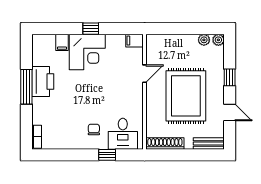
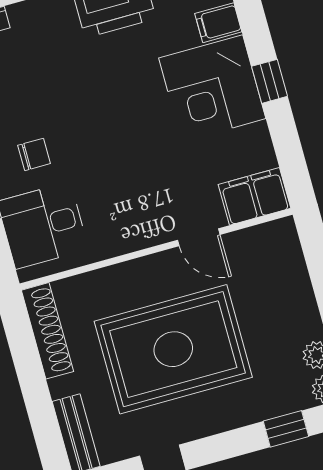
filing cabinet: (135, 41) -> (255, 196), width x2.00
window: (230, 77) -> (286, 429), moved

